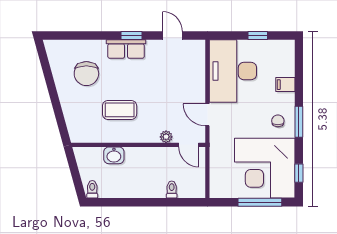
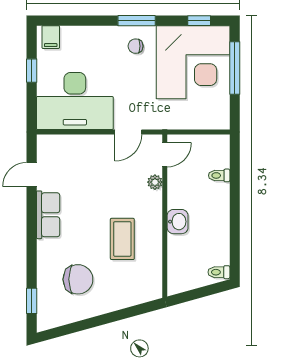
window: (132, 36) -> (32, 301), moved
row of seats: (126, 49) -> (48, 215), moved
filing cabinet: (285, 85) -> (51, 37), moved
washbasin: (114, 155) -> (178, 222), moved

